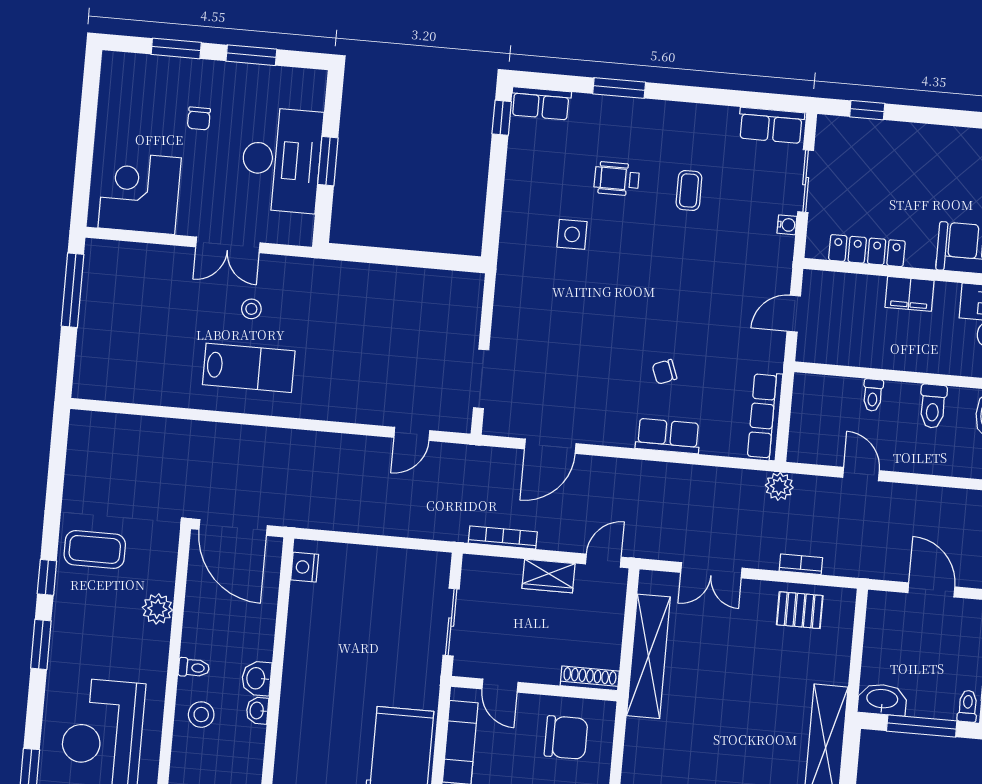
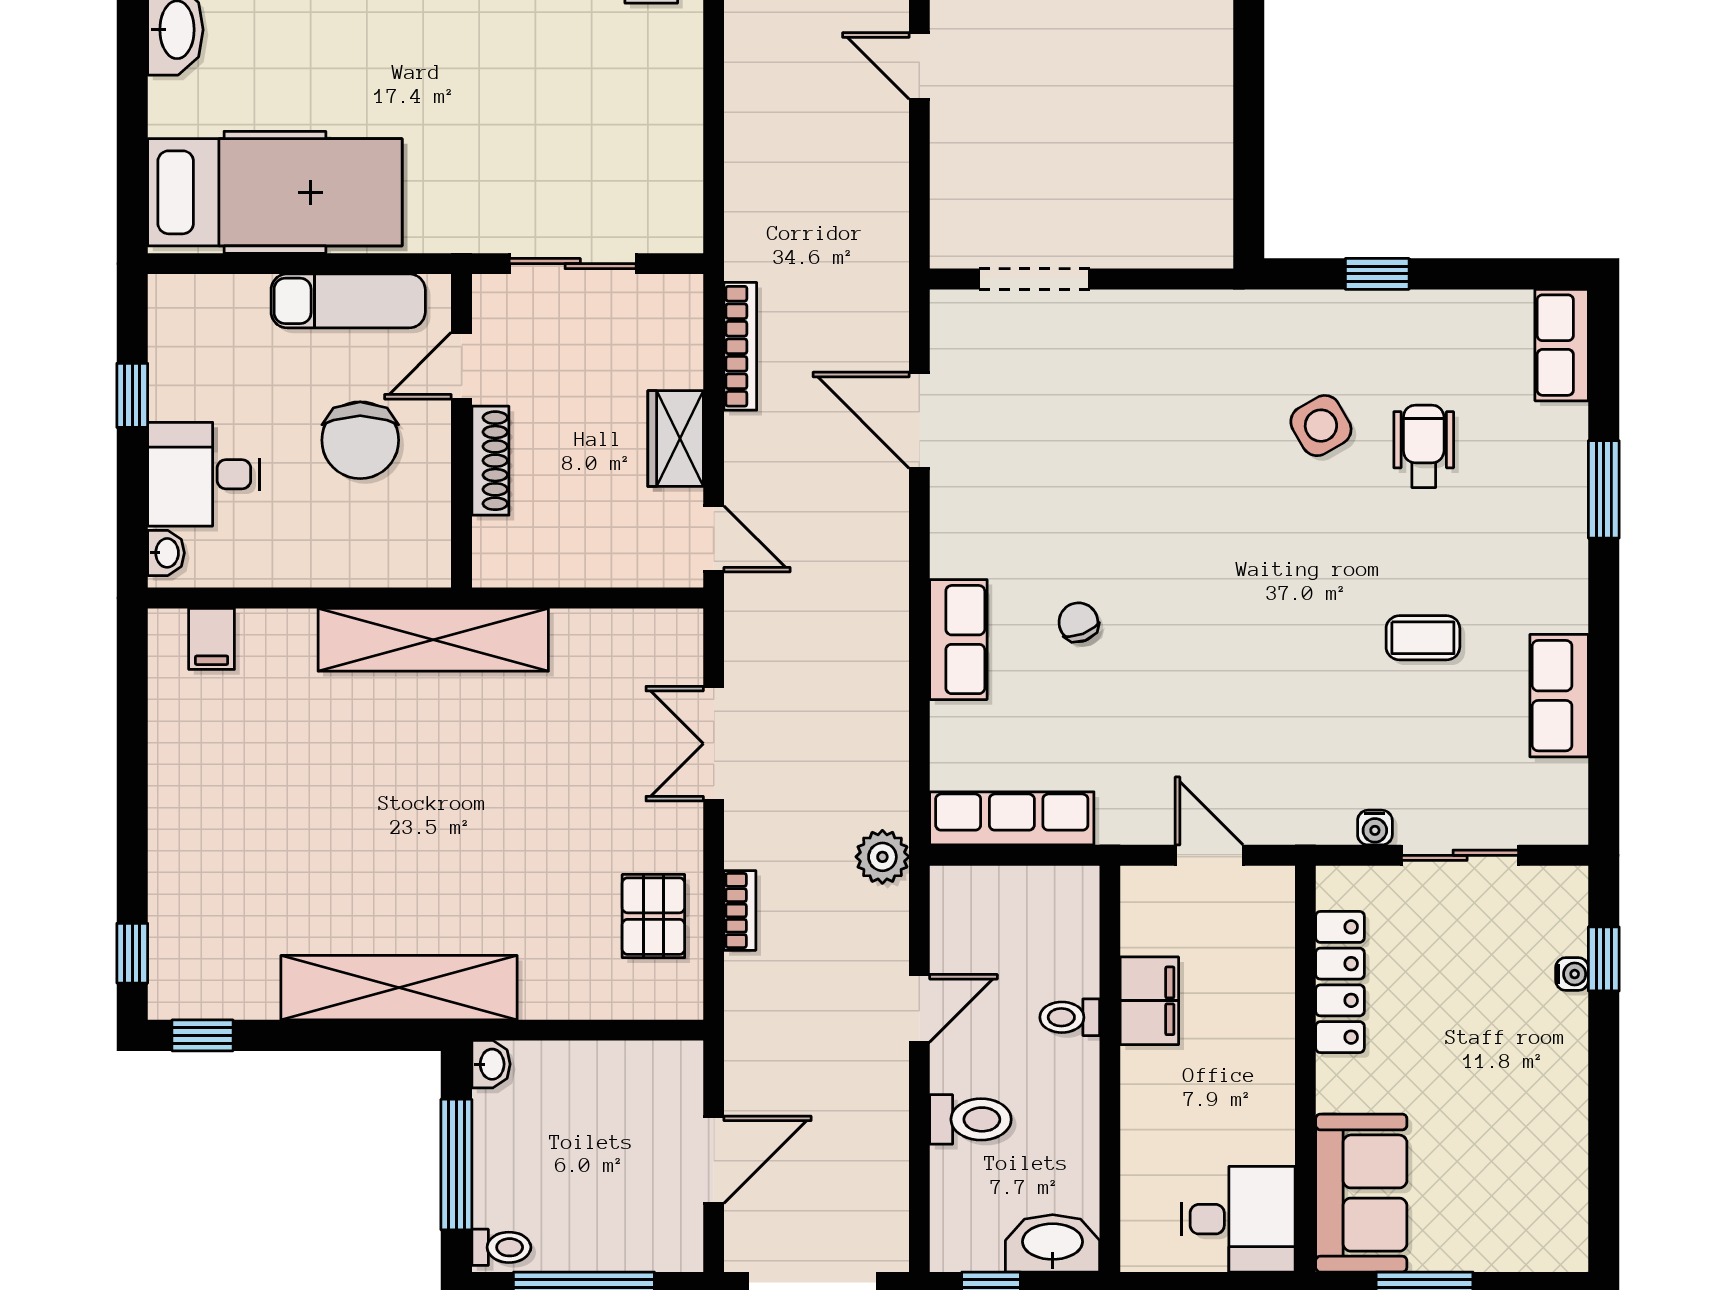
window: (502, 118) -> (1377, 274), moved
row of seats: (771, 125) -> (1559, 696), moved
water cooler: (874, 128) -> (1572, 974), added
wheelchair: (617, 179) -> (1424, 446), moved
side table: (572, 234) -> (1321, 426), turned -30
filing cabinet: (910, 294) -> (1149, 1001), moved, turned 180
toilet: (933, 406) -> (970, 1119), moved, turned 180
door: (412, 434) -> (919, 66), moved
shelving: (648, 656) -> (433, 640), moved
shoe rack: (590, 678) -> (490, 461), moved
washbasin: (882, 699) -> (491, 1064), width x0.52, depth x0.69
chair: (566, 737) -> (360, 440), moved

